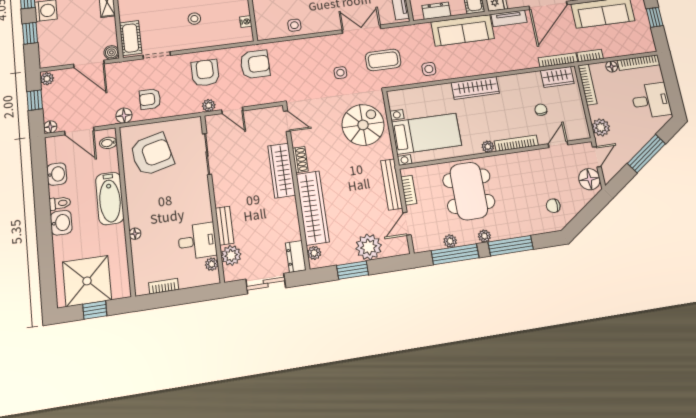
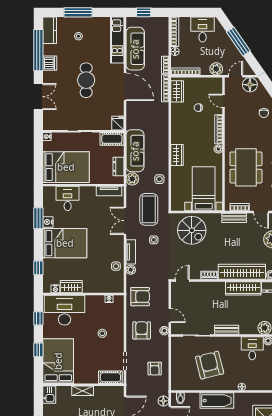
tv unit: (509, 18) -> (131, 252), moved
plant: (422, 32) -> (132, 179), added
plant: (292, 46) -> (131, 270), added
boiler: (111, 52) -> (119, 391), removed
coffee table: (383, 60) -> (149, 209), width x1.36, depth x1.32
armchair: (255, 64) -> (140, 297), turned 90
armchair: (205, 73) -> (142, 330), turned 90
wardrobe: (475, 88) -> (177, 155), width x0.67
door: (232, 110) -> (170, 316), hinge flipped
floor lamp: (124, 116) -> (163, 401), moved
spiral stairs: (363, 125) -> (192, 230), turned 180
armchair: (152, 154) -> (210, 365), moved
door: (597, 157) -> (236, 76), hinge flipped
wardrobe: (282, 170) -> (243, 288), moved
bench: (392, 184) -> (234, 218), width x0.73
dining table: (469, 191) -> (246, 167), turned 90
bench: (225, 226) -> (227, 330), moved

